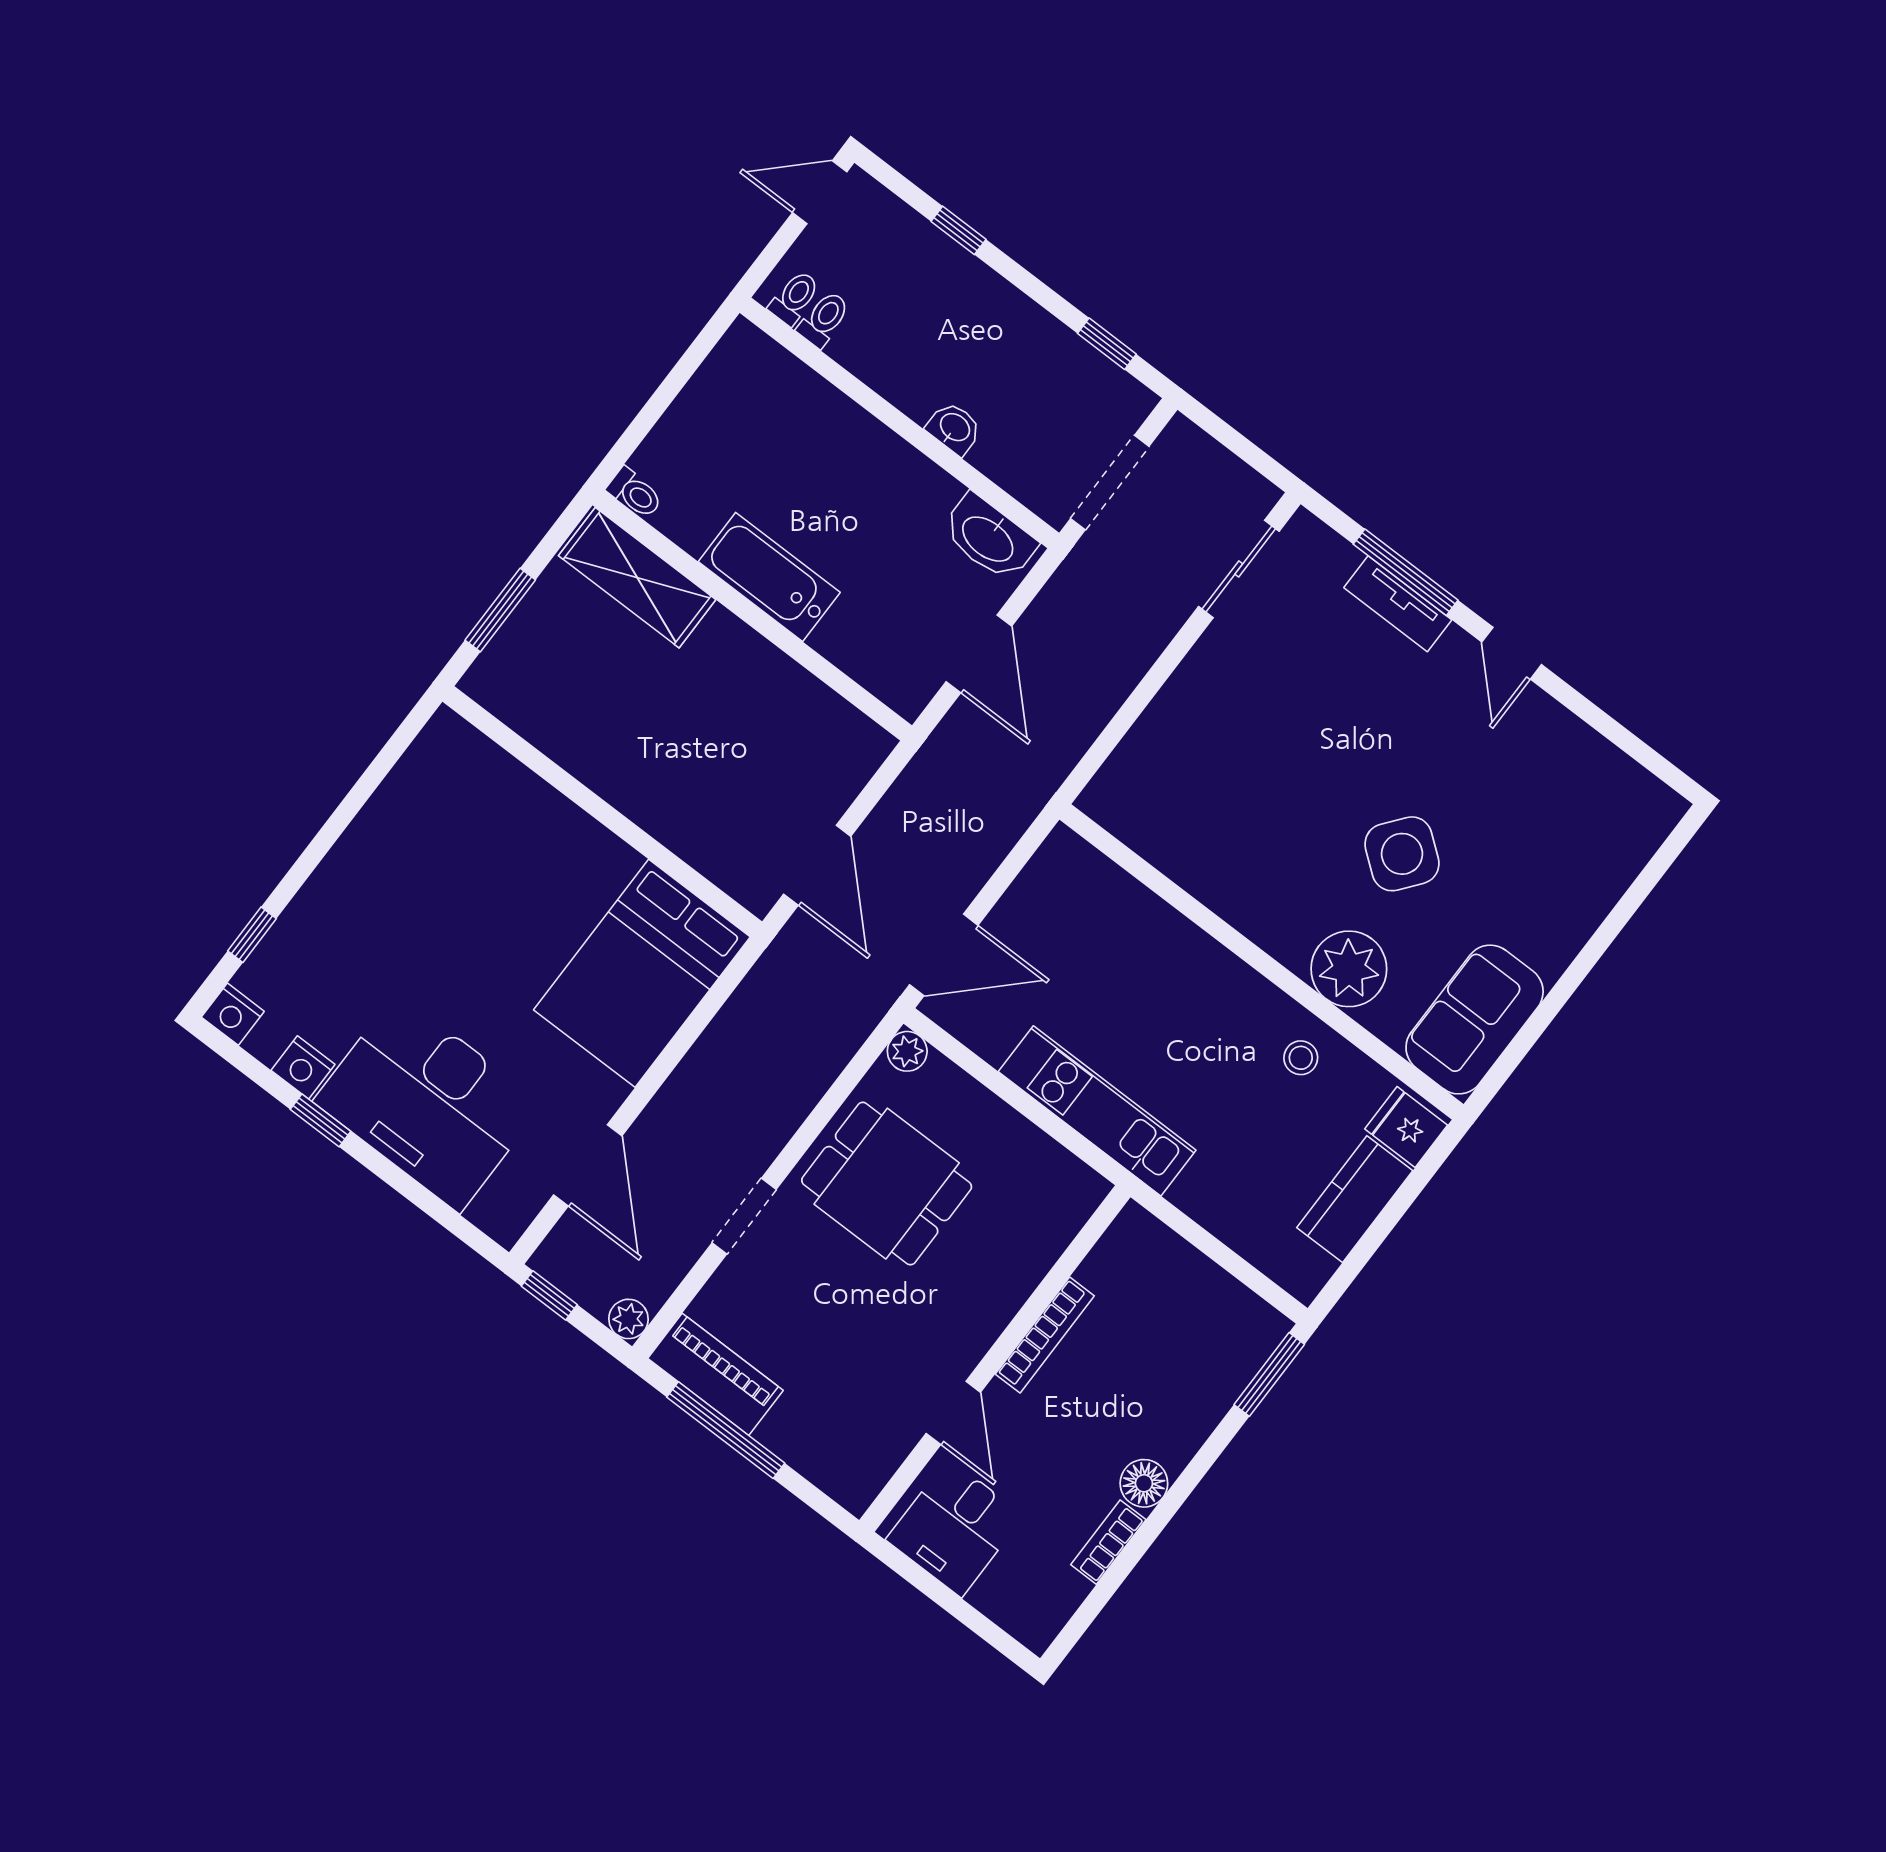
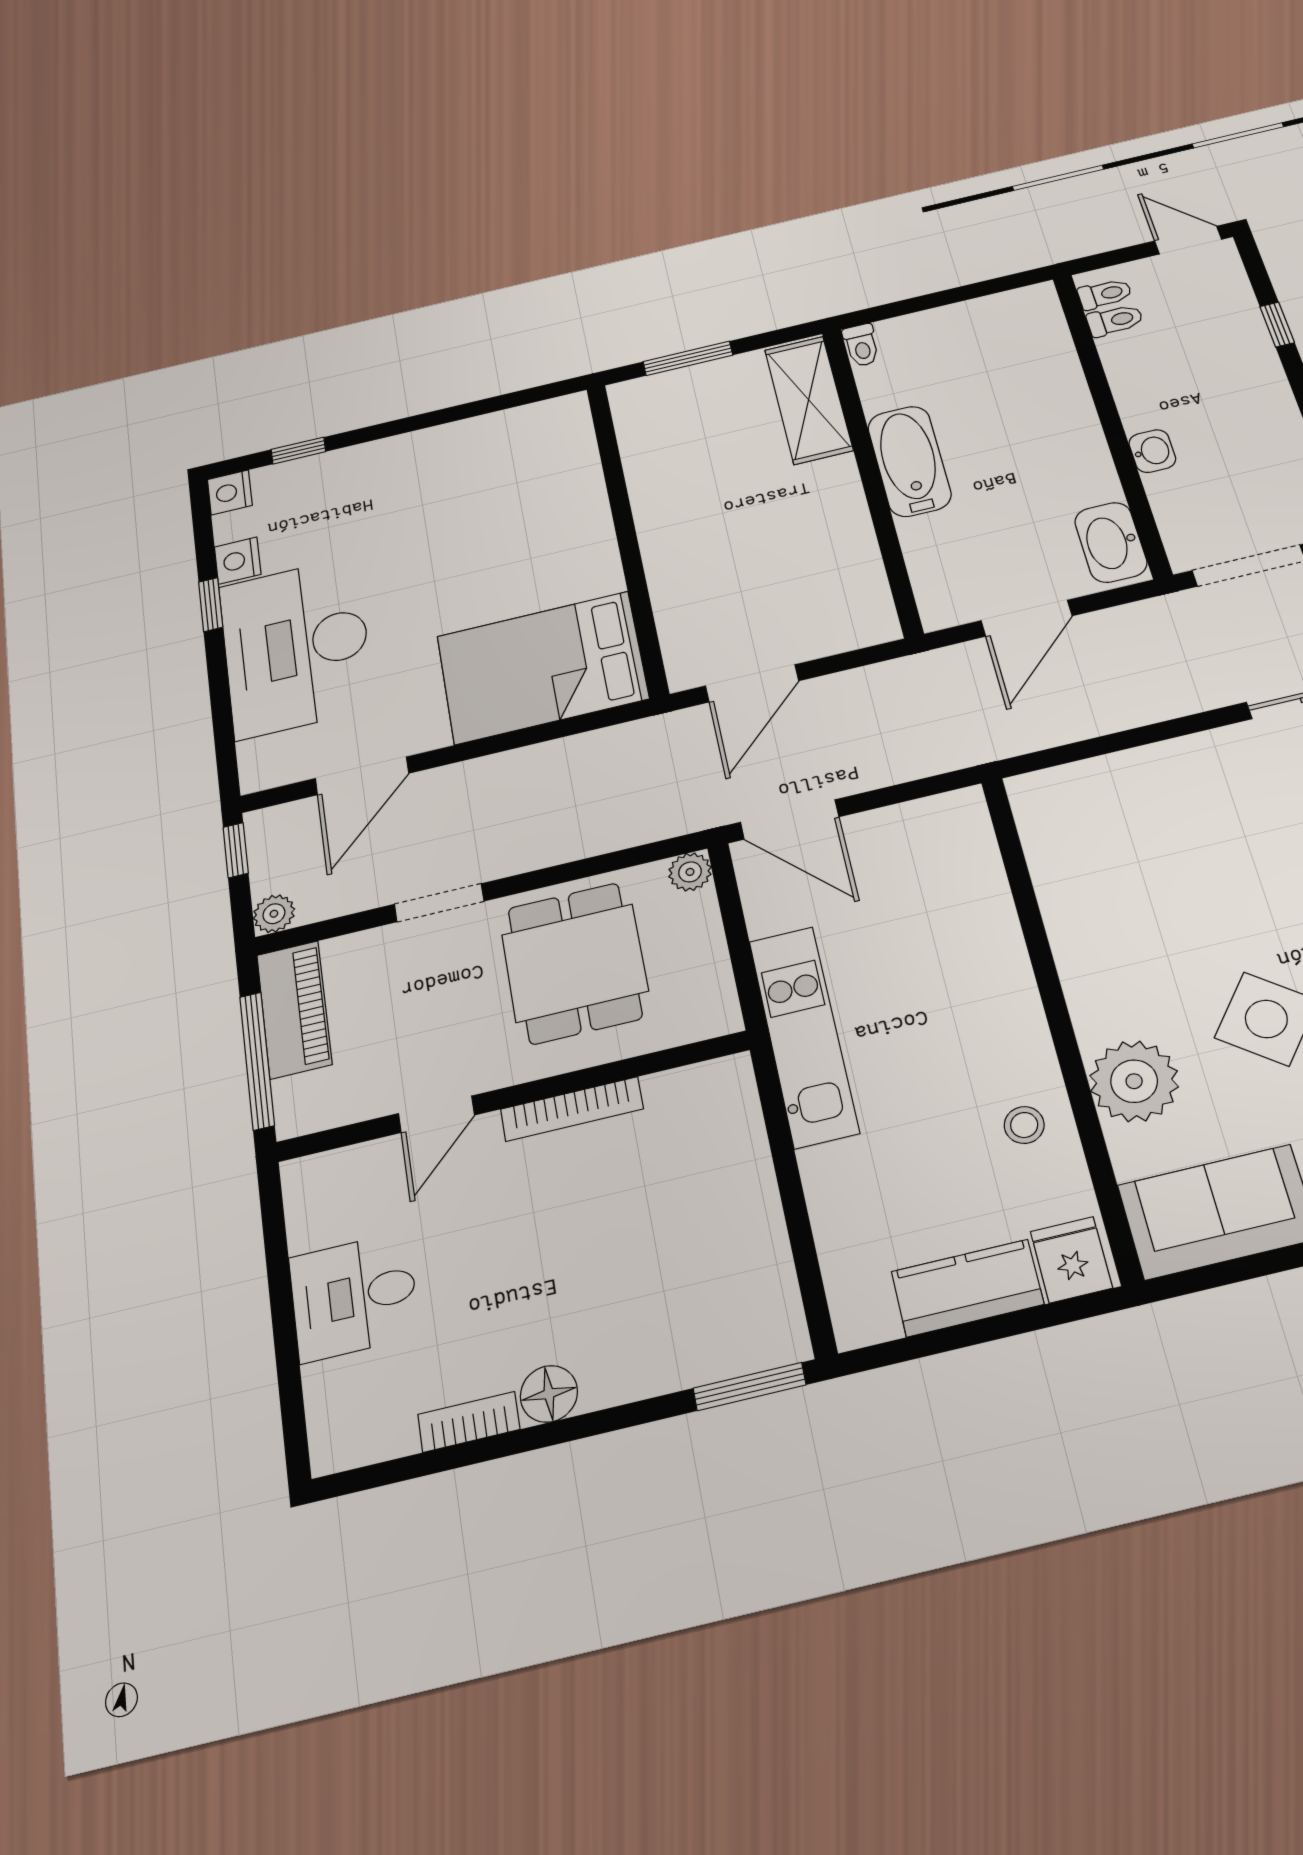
bookcase: (1045, 1335) -> (572, 1109), moved
wall: (995, 1359) -> (513, 1096), moved
door: (953, 1413) -> (436, 1114), moved

